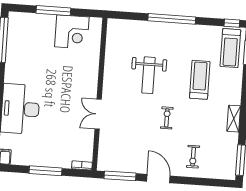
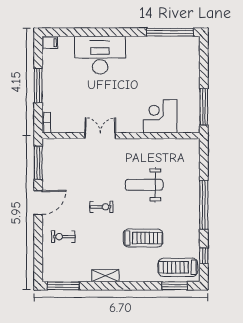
window: (53, 11) -> (204, 107), moved
window: (232, 23) -> (204, 256), moved
corner desk: (72, 32) -> (160, 116), moved, turned 90

